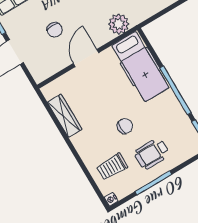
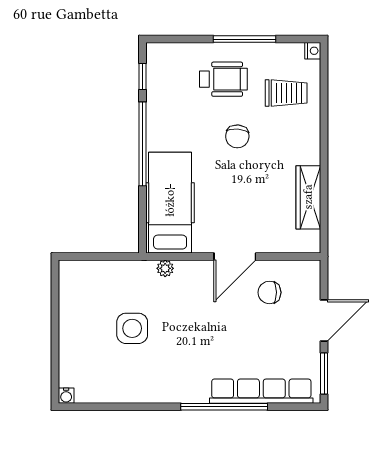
plant: (119, 24) -> (165, 268), width x0.53, depth x0.53
chair: (55, 30) -> (269, 292), moved, turned -90
chair: (125, 126) -> (237, 136), turned -85

